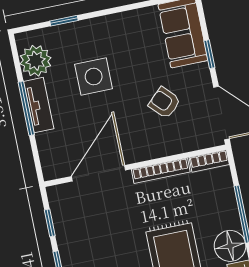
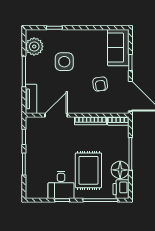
armchair: (164, 103) -> (100, 84), turned -144
tv unit: (39, 105) -> (31, 99), moved
door: (98, 173) -> (56, 115), width x0.73

